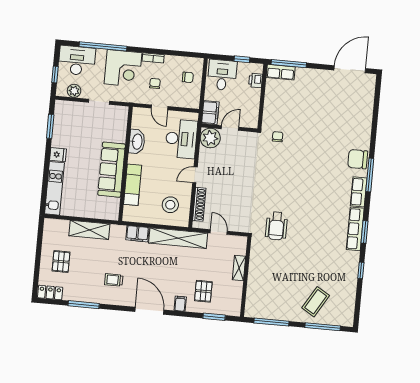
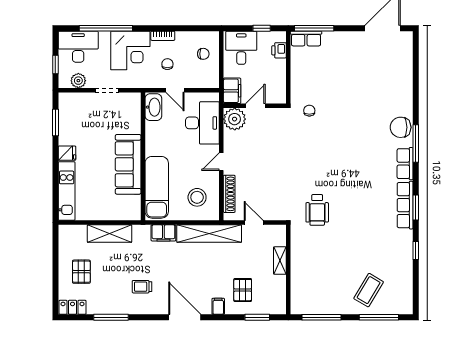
washbasin: (137, 142) -> (153, 107), moved
exam couch: (133, 185) -> (157, 187), width x1.36, depth x1.45

